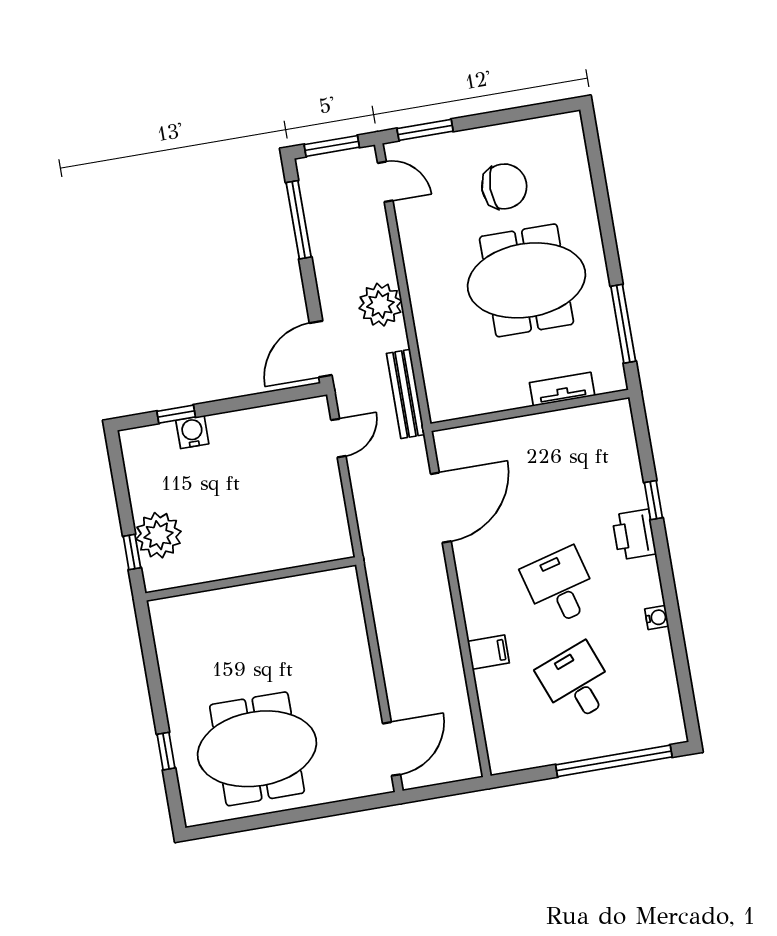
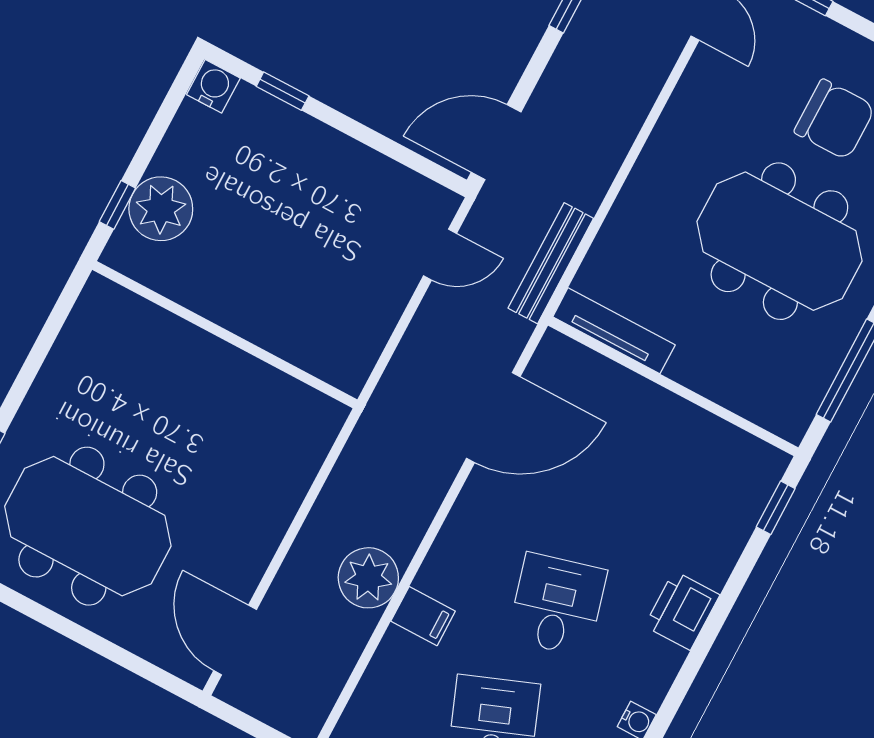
plant: (380, 305) -> (368, 578), moved
tv unit: (562, 389) -> (614, 331), moved, width x1.41
water cooler: (192, 432) -> (213, 86), moved
window: (653, 500) -> (776, 508), moved
door: (391, 749) -> (235, 640), swing flipped

